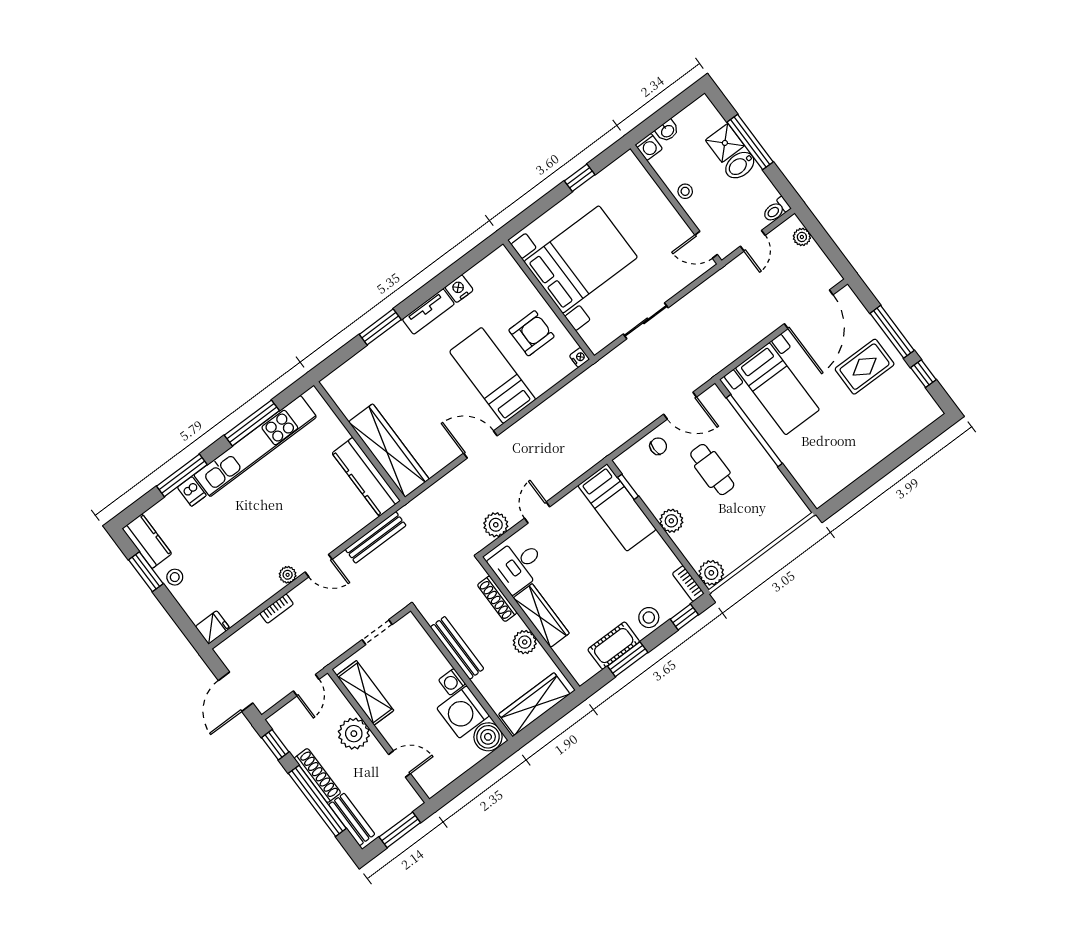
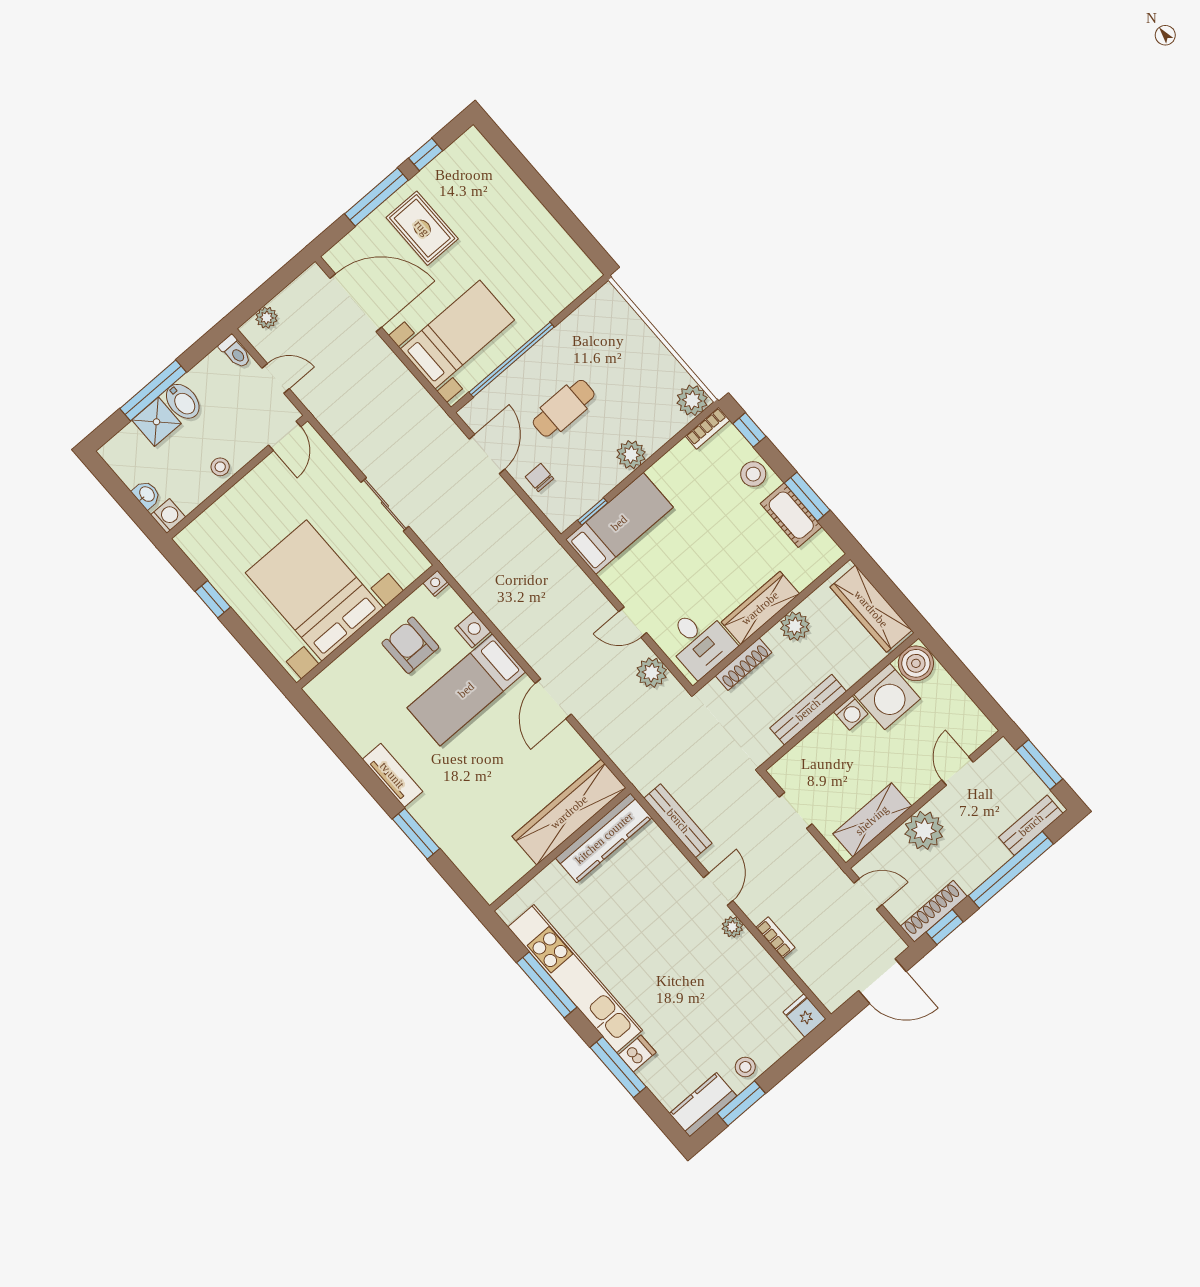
nightstand: (459, 289) -> (473, 630), moved, turned 180
shoe rack: (317, 776) -> (934, 911), moved

